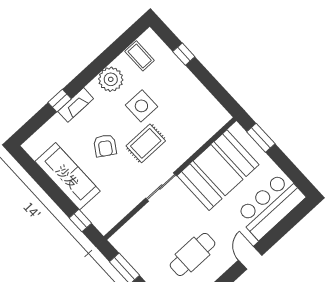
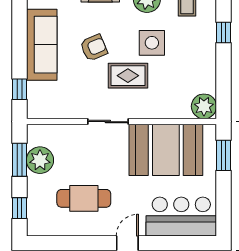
plant: (217, 117) -> (204, 106), added
armchair: (105, 146) -> (94, 48), turned -146
plant: (139, 256) -> (40, 160), added

